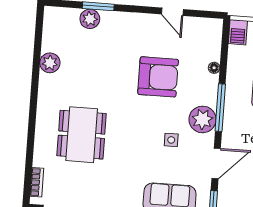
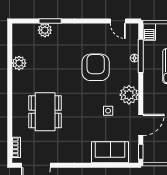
door: (172, 12) -> (118, 21), moved
armchair: (158, 77) -> (96, 67), turned -90
window: (220, 108) -> (141, 56), moved

